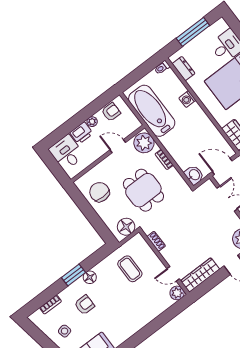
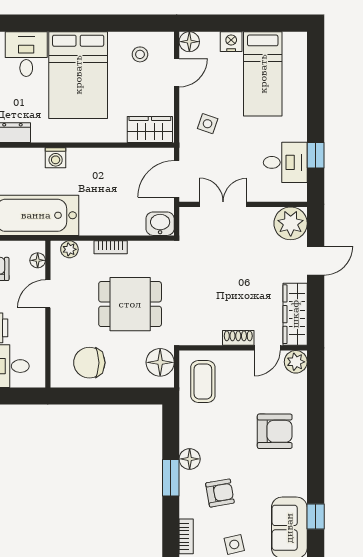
floor lamp: (130, 129) -> (38, 260), added
plant: (144, 143) -> (69, 249), width x0.53, depth x0.53
shoe rack: (156, 241) -> (238, 338), moved
coffee table: (130, 269) -> (203, 382), moved, turned 90
armchair: (84, 305) -> (220, 493), turned 80
armchair: (135, 309) -> (275, 431), added

